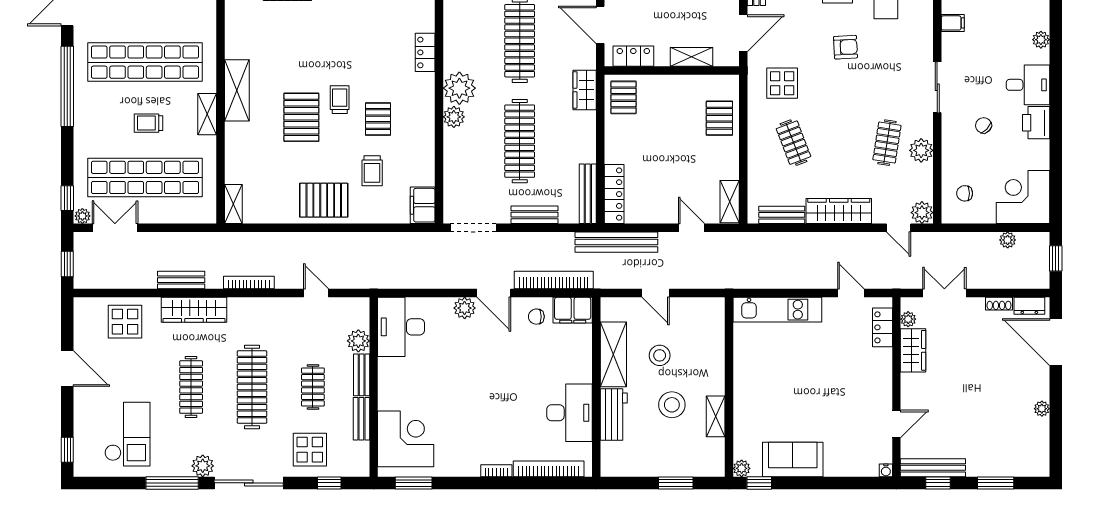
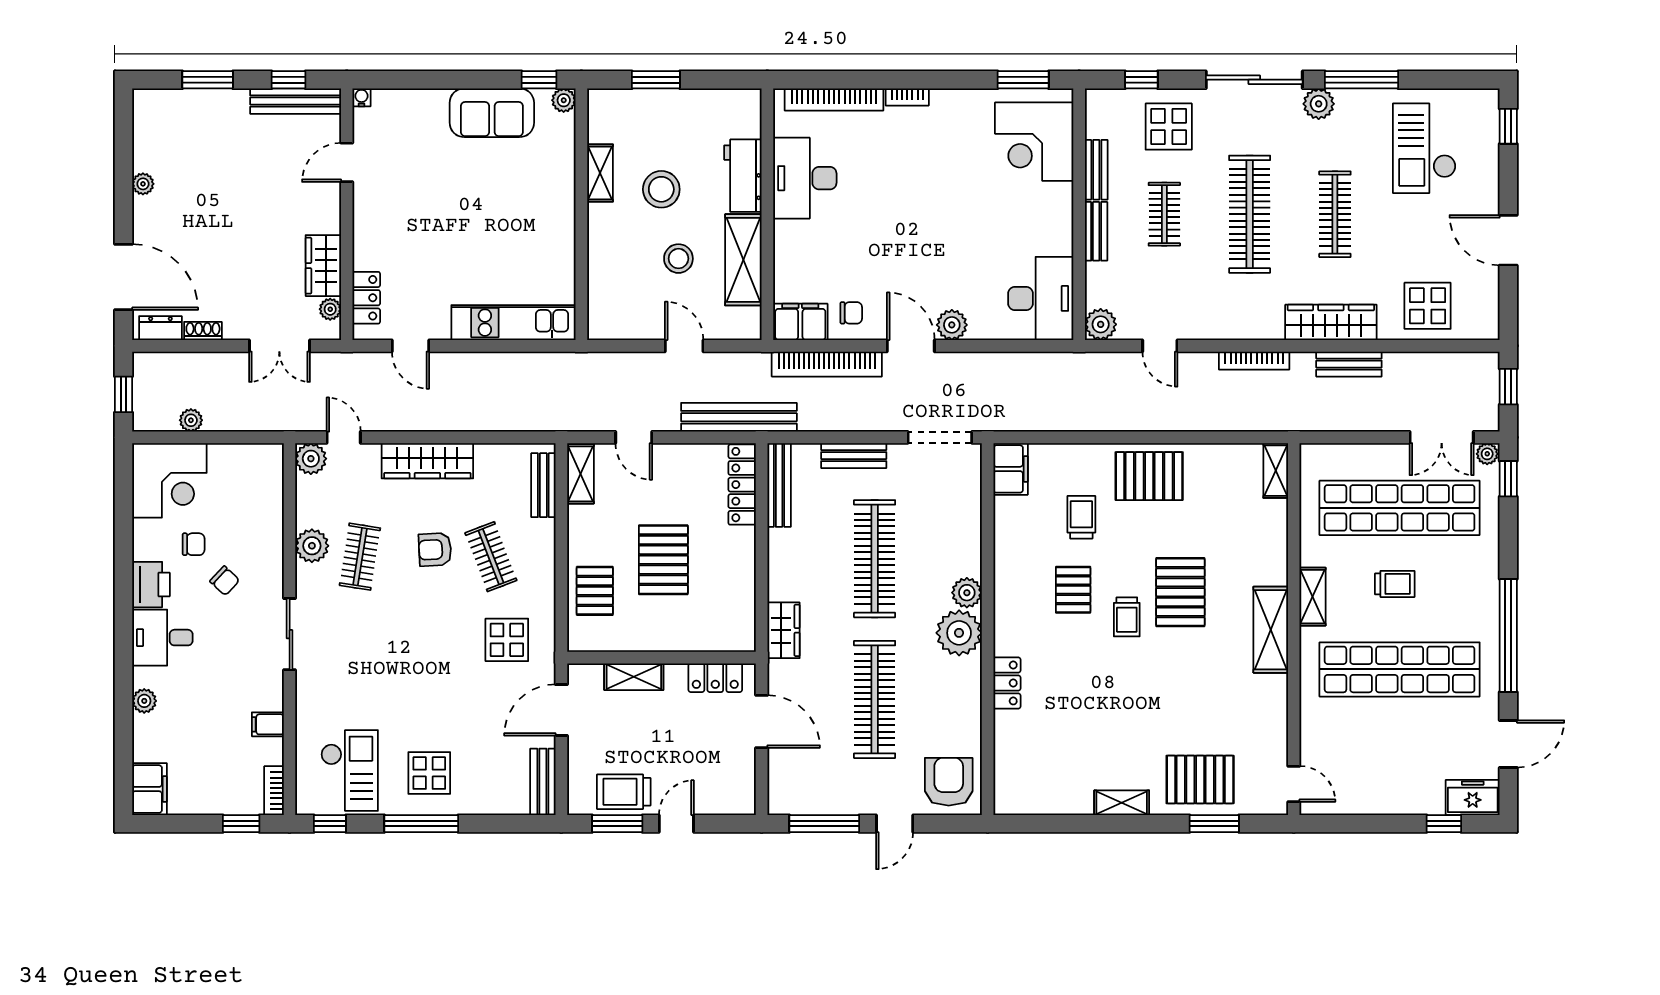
armchair: (846, 47) -> (435, 549), moved
pallet: (624, 97) -> (663, 560), moved, width x1.50, depth x1.42
chair: (965, 193) -> (194, 544), moved
bench: (782, 215) -> (543, 485), moved, turned 90
plant: (358, 341) -> (1101, 324), moved

